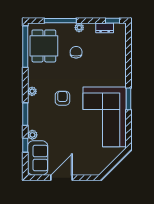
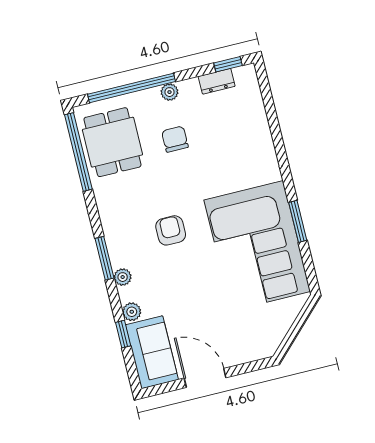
window: (60, 21) -> (131, 88), width x1.46
plant: (32, 91) -> (123, 277), moved
window: (128, 99) -> (298, 221), moved
window: (25, 114) -> (104, 258), moved
door: (62, 178) -> (205, 378), hinge flipped

